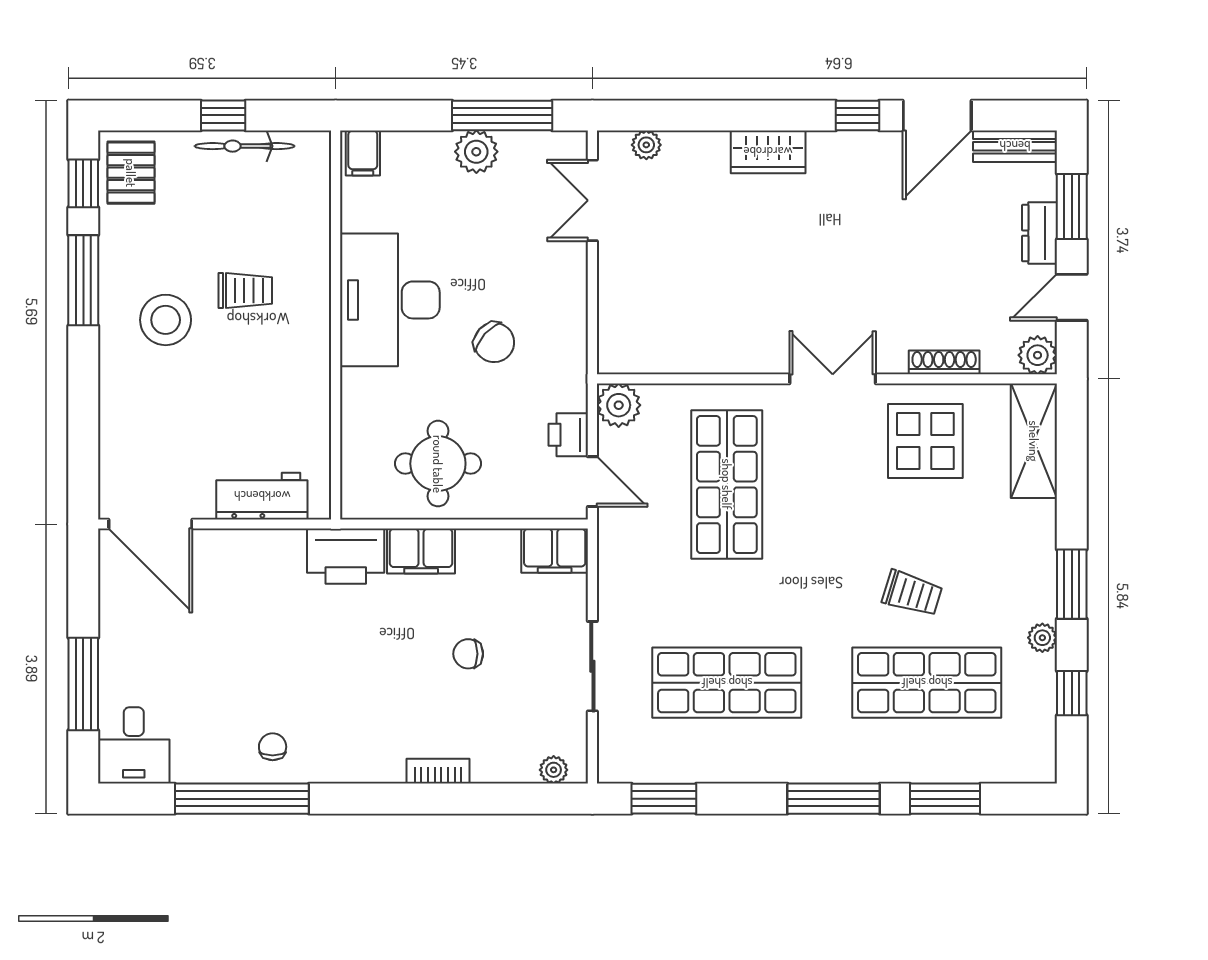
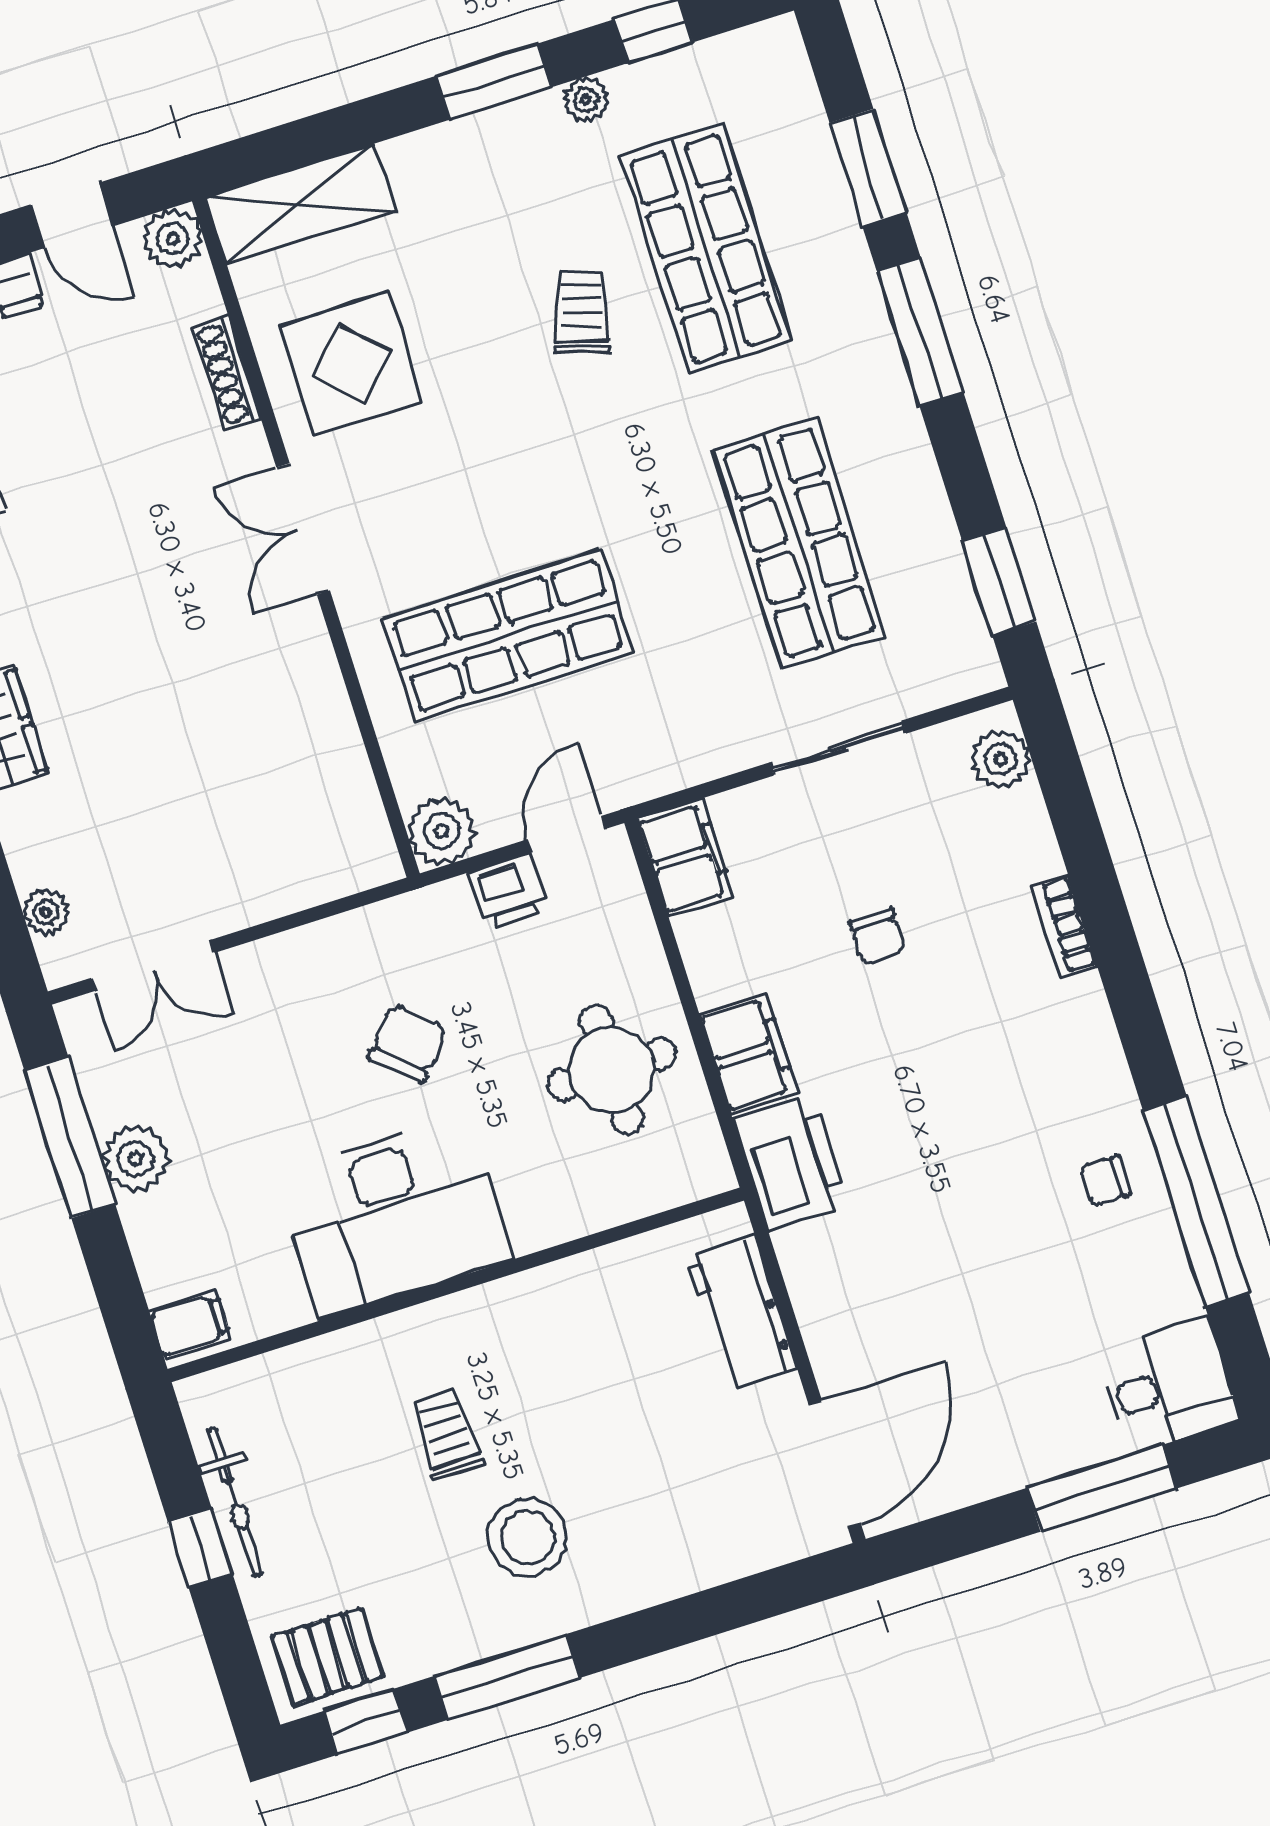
plant: (554, 770) -> (1001, 759), width x1.38, depth x1.38

